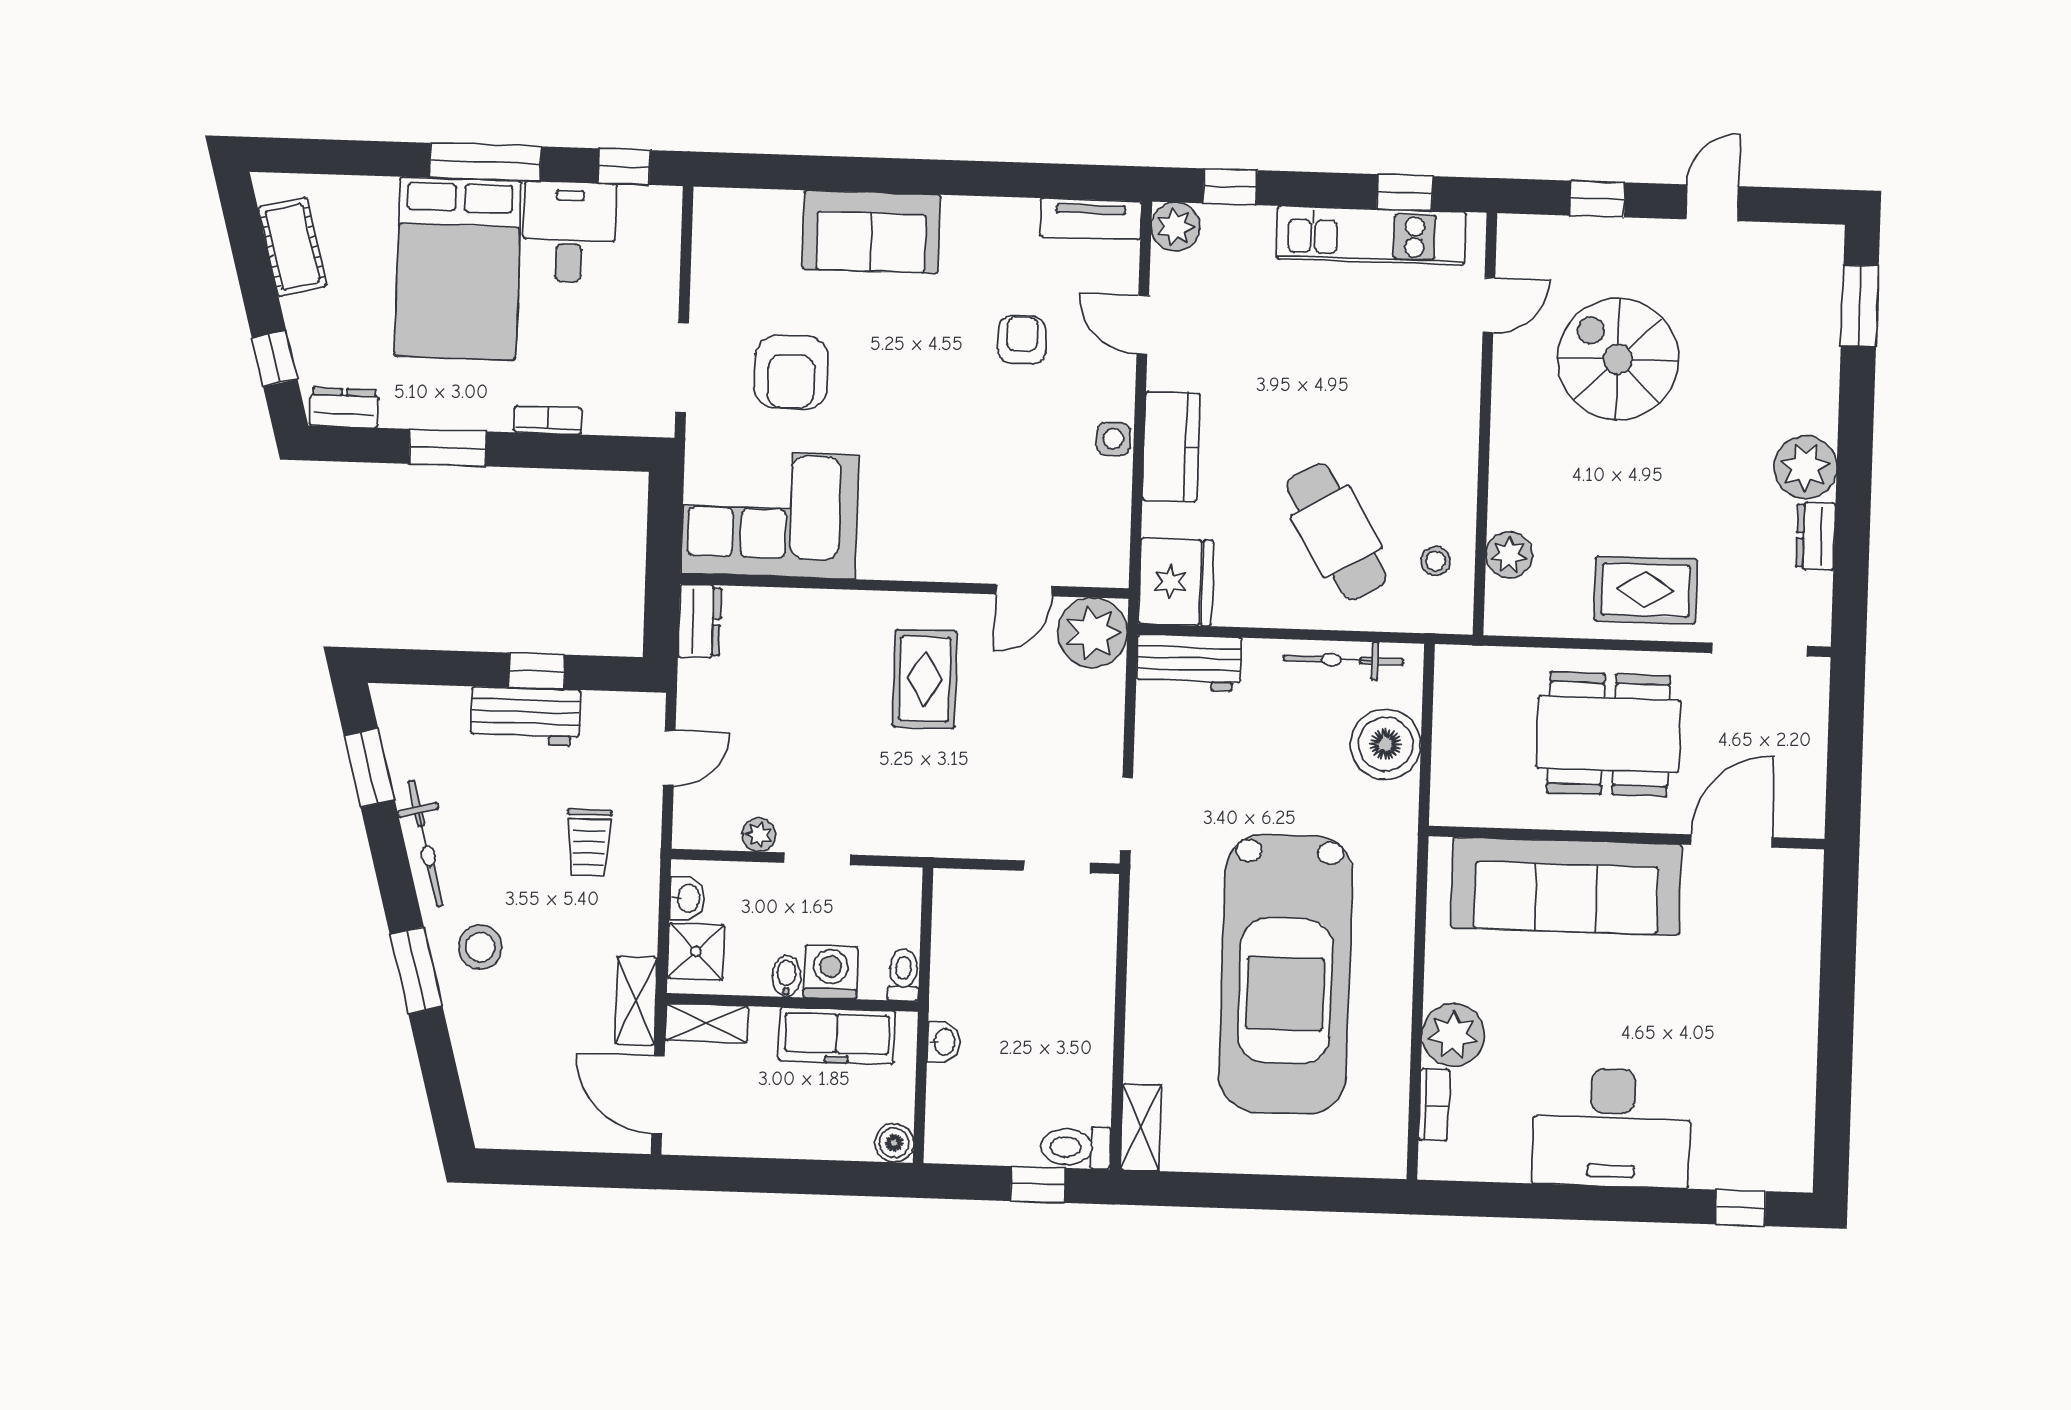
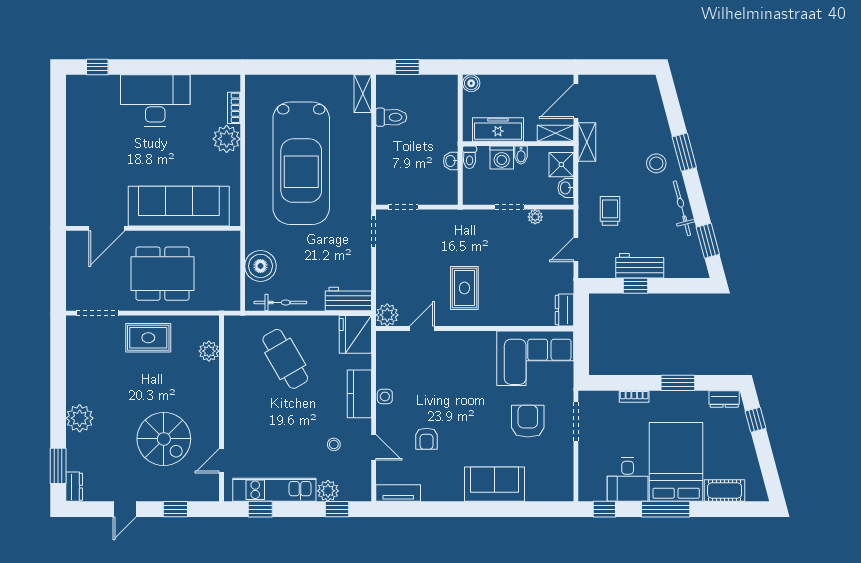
plant: (1176, 227) -> (328, 491), moved
cot: (292, 247) -> (725, 490), moved, turned -75
plant: (1806, 467) -> (80, 418), moved
dresser: (1816, 536) -> (74, 487), moved
stool: (1436, 561) -> (334, 444), moved
plant: (1092, 633) -> (387, 315), width x0.73, depth x0.73
car: (1286, 974) -> (301, 163), turned 180
washbasin: (944, 1042) -> (451, 161), moved
door: (658, 1095) -> (576, 101), swing flipped
toilet: (1075, 1147) -> (391, 117), moved

